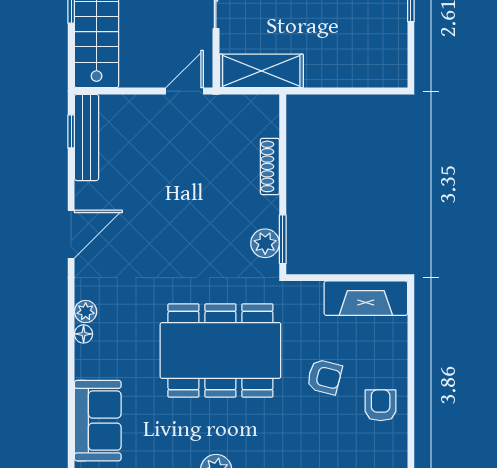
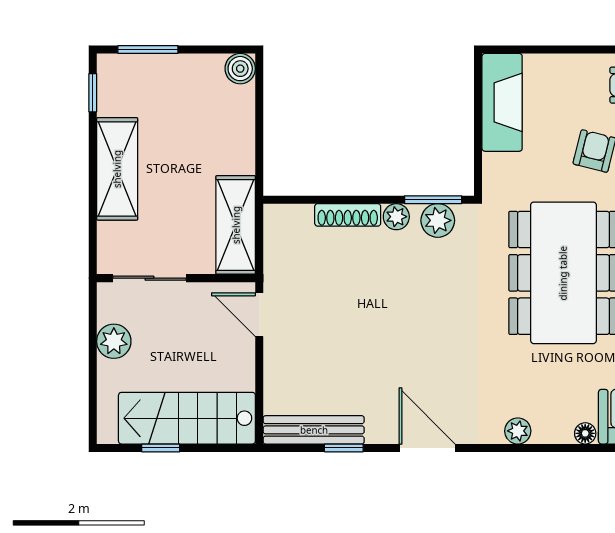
boiler: (395, 75) -> (240, 69), added
window: (71, 131) -> (344, 448), moved
plant: (268, 208) -> (396, 217), added
floor lamp: (84, 334) -> (585, 433), moved

